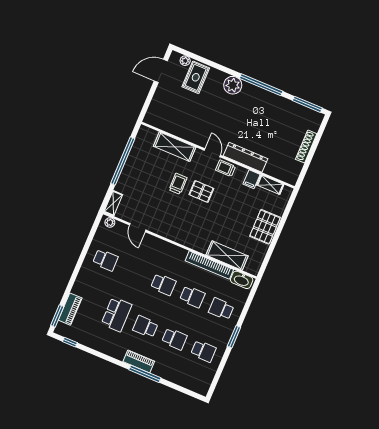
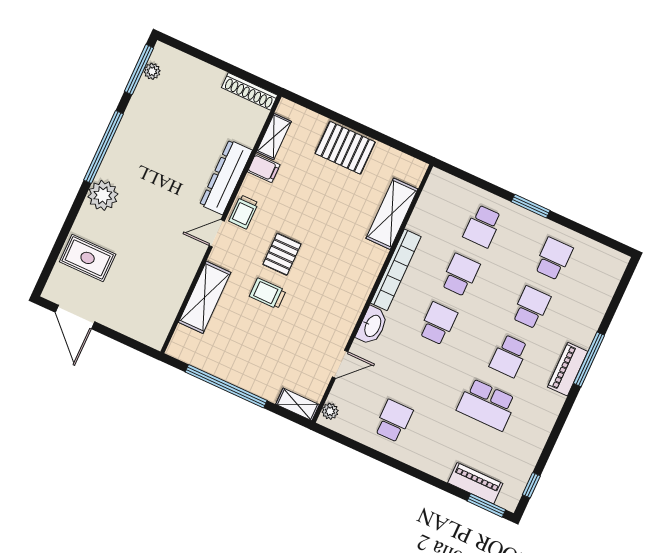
plant: (185, 61) -> (152, 71), moved
shoe rack: (306, 146) -> (250, 91), moved
bookcase: (209, 265) -> (396, 270), moved
washbasin: (242, 280) -> (372, 326), moved
school desk: (116, 314) -> (487, 405), turned 180

